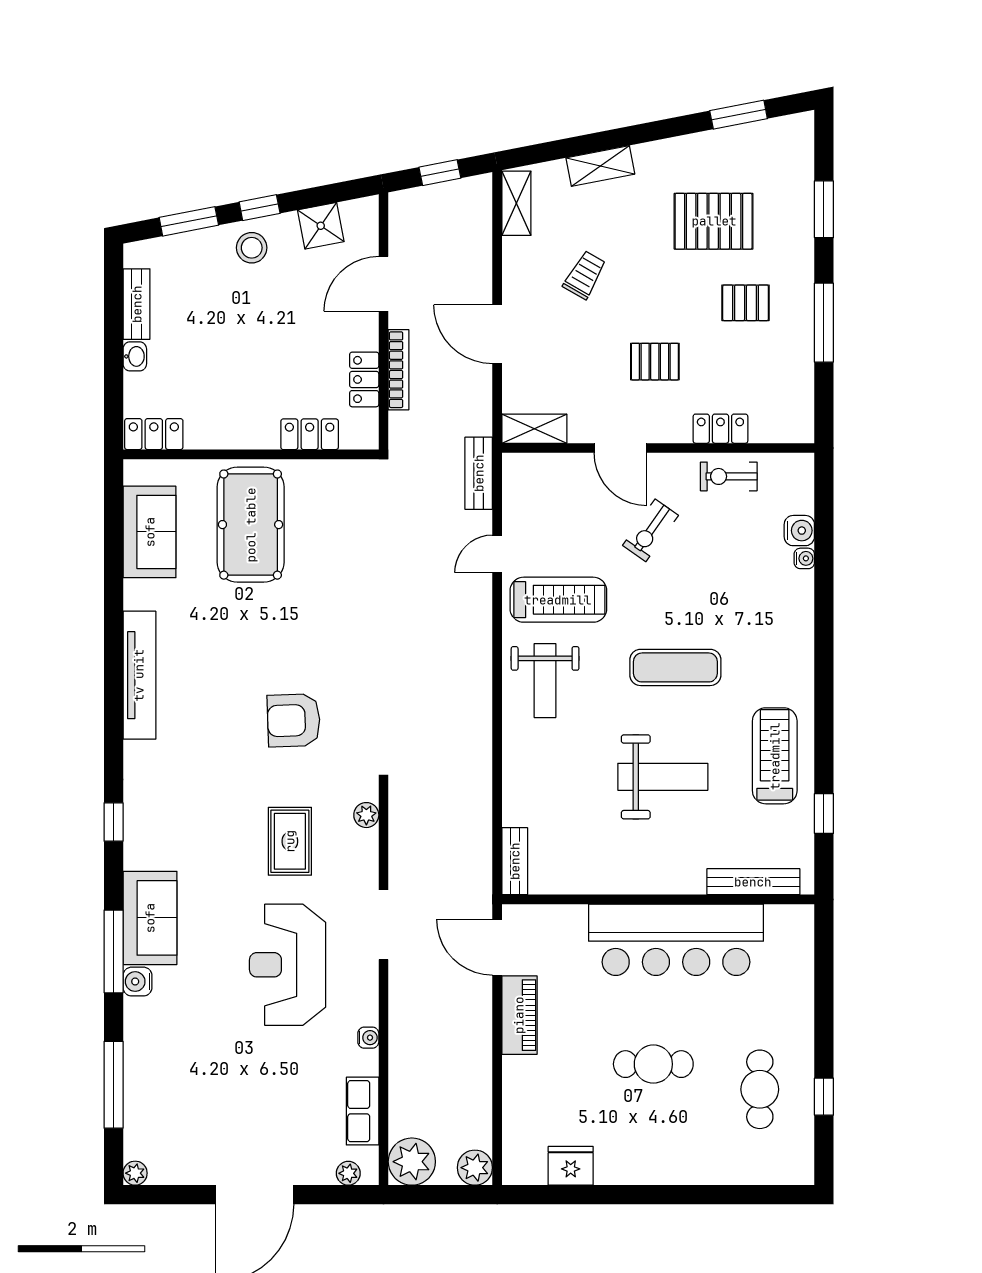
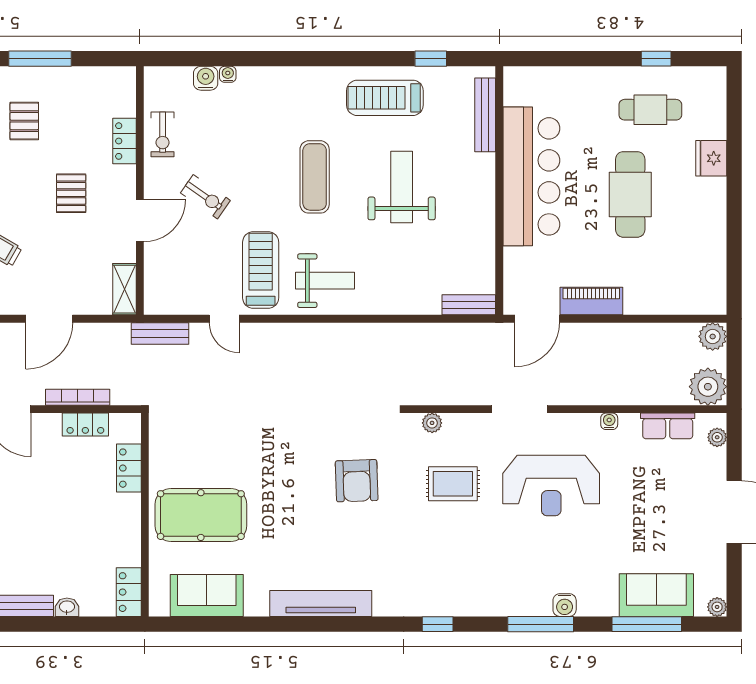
sofa: (150, 918) -> (656, 595), moved
cafe table: (653, 1064) -> (630, 194), width x1.37, depth x1.35
fridge: (571, 1166) -> (711, 158), moved

